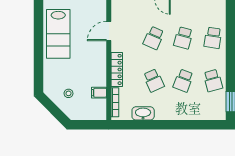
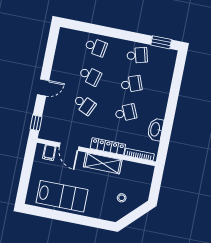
shelving: (99, 68) -> (103, 163), added
school desk: (183, 80) -> (131, 84), turned -42
filing cabinet: (99, 93) -> (49, 153), moved

